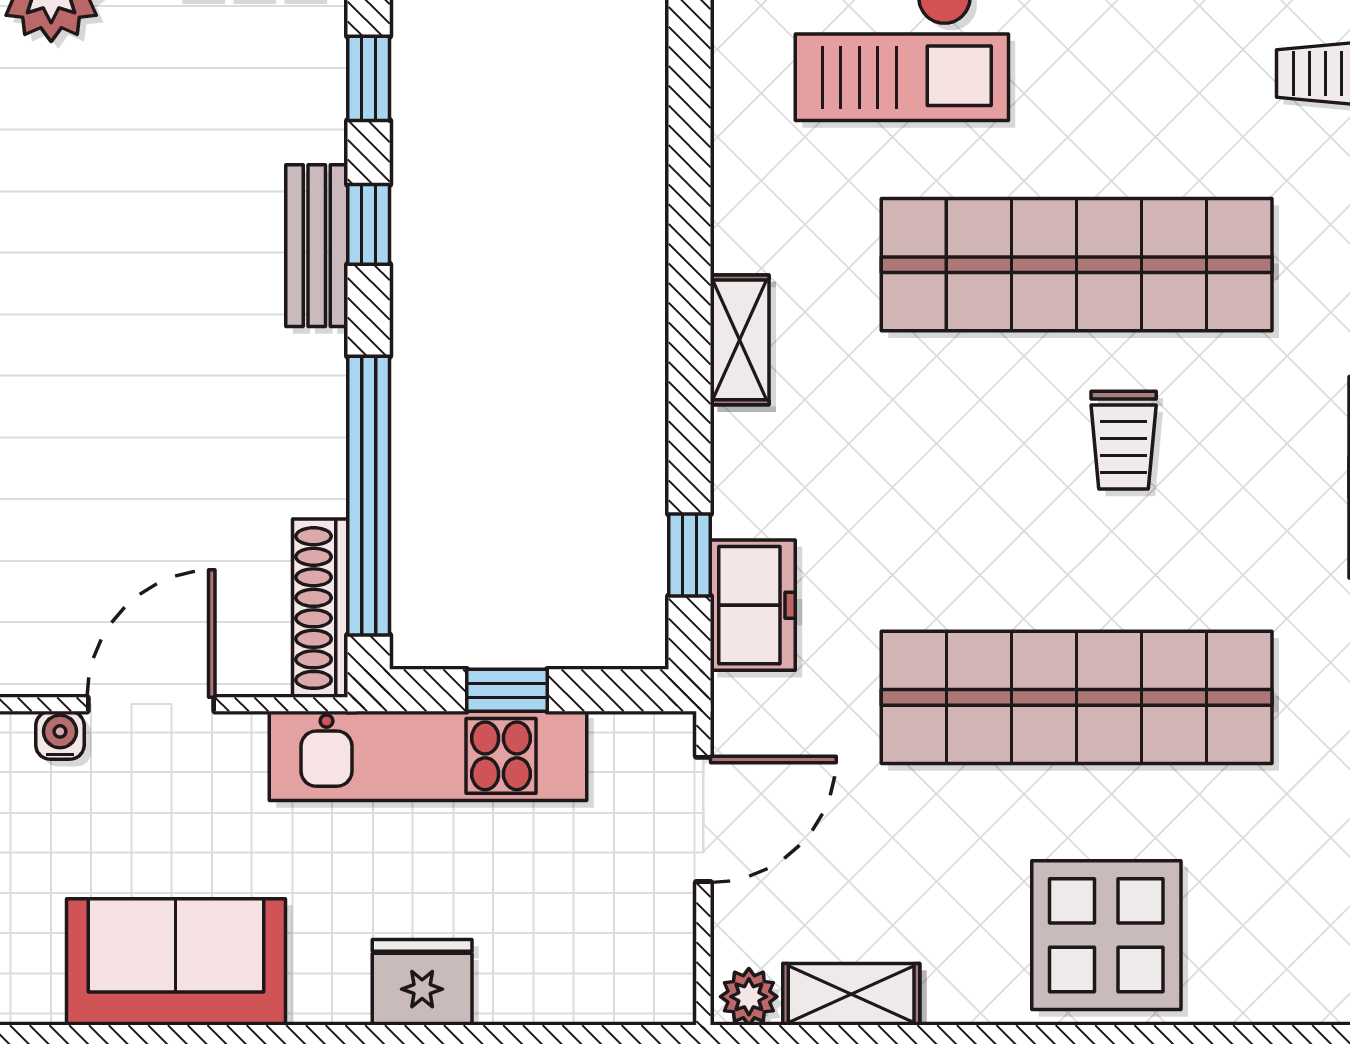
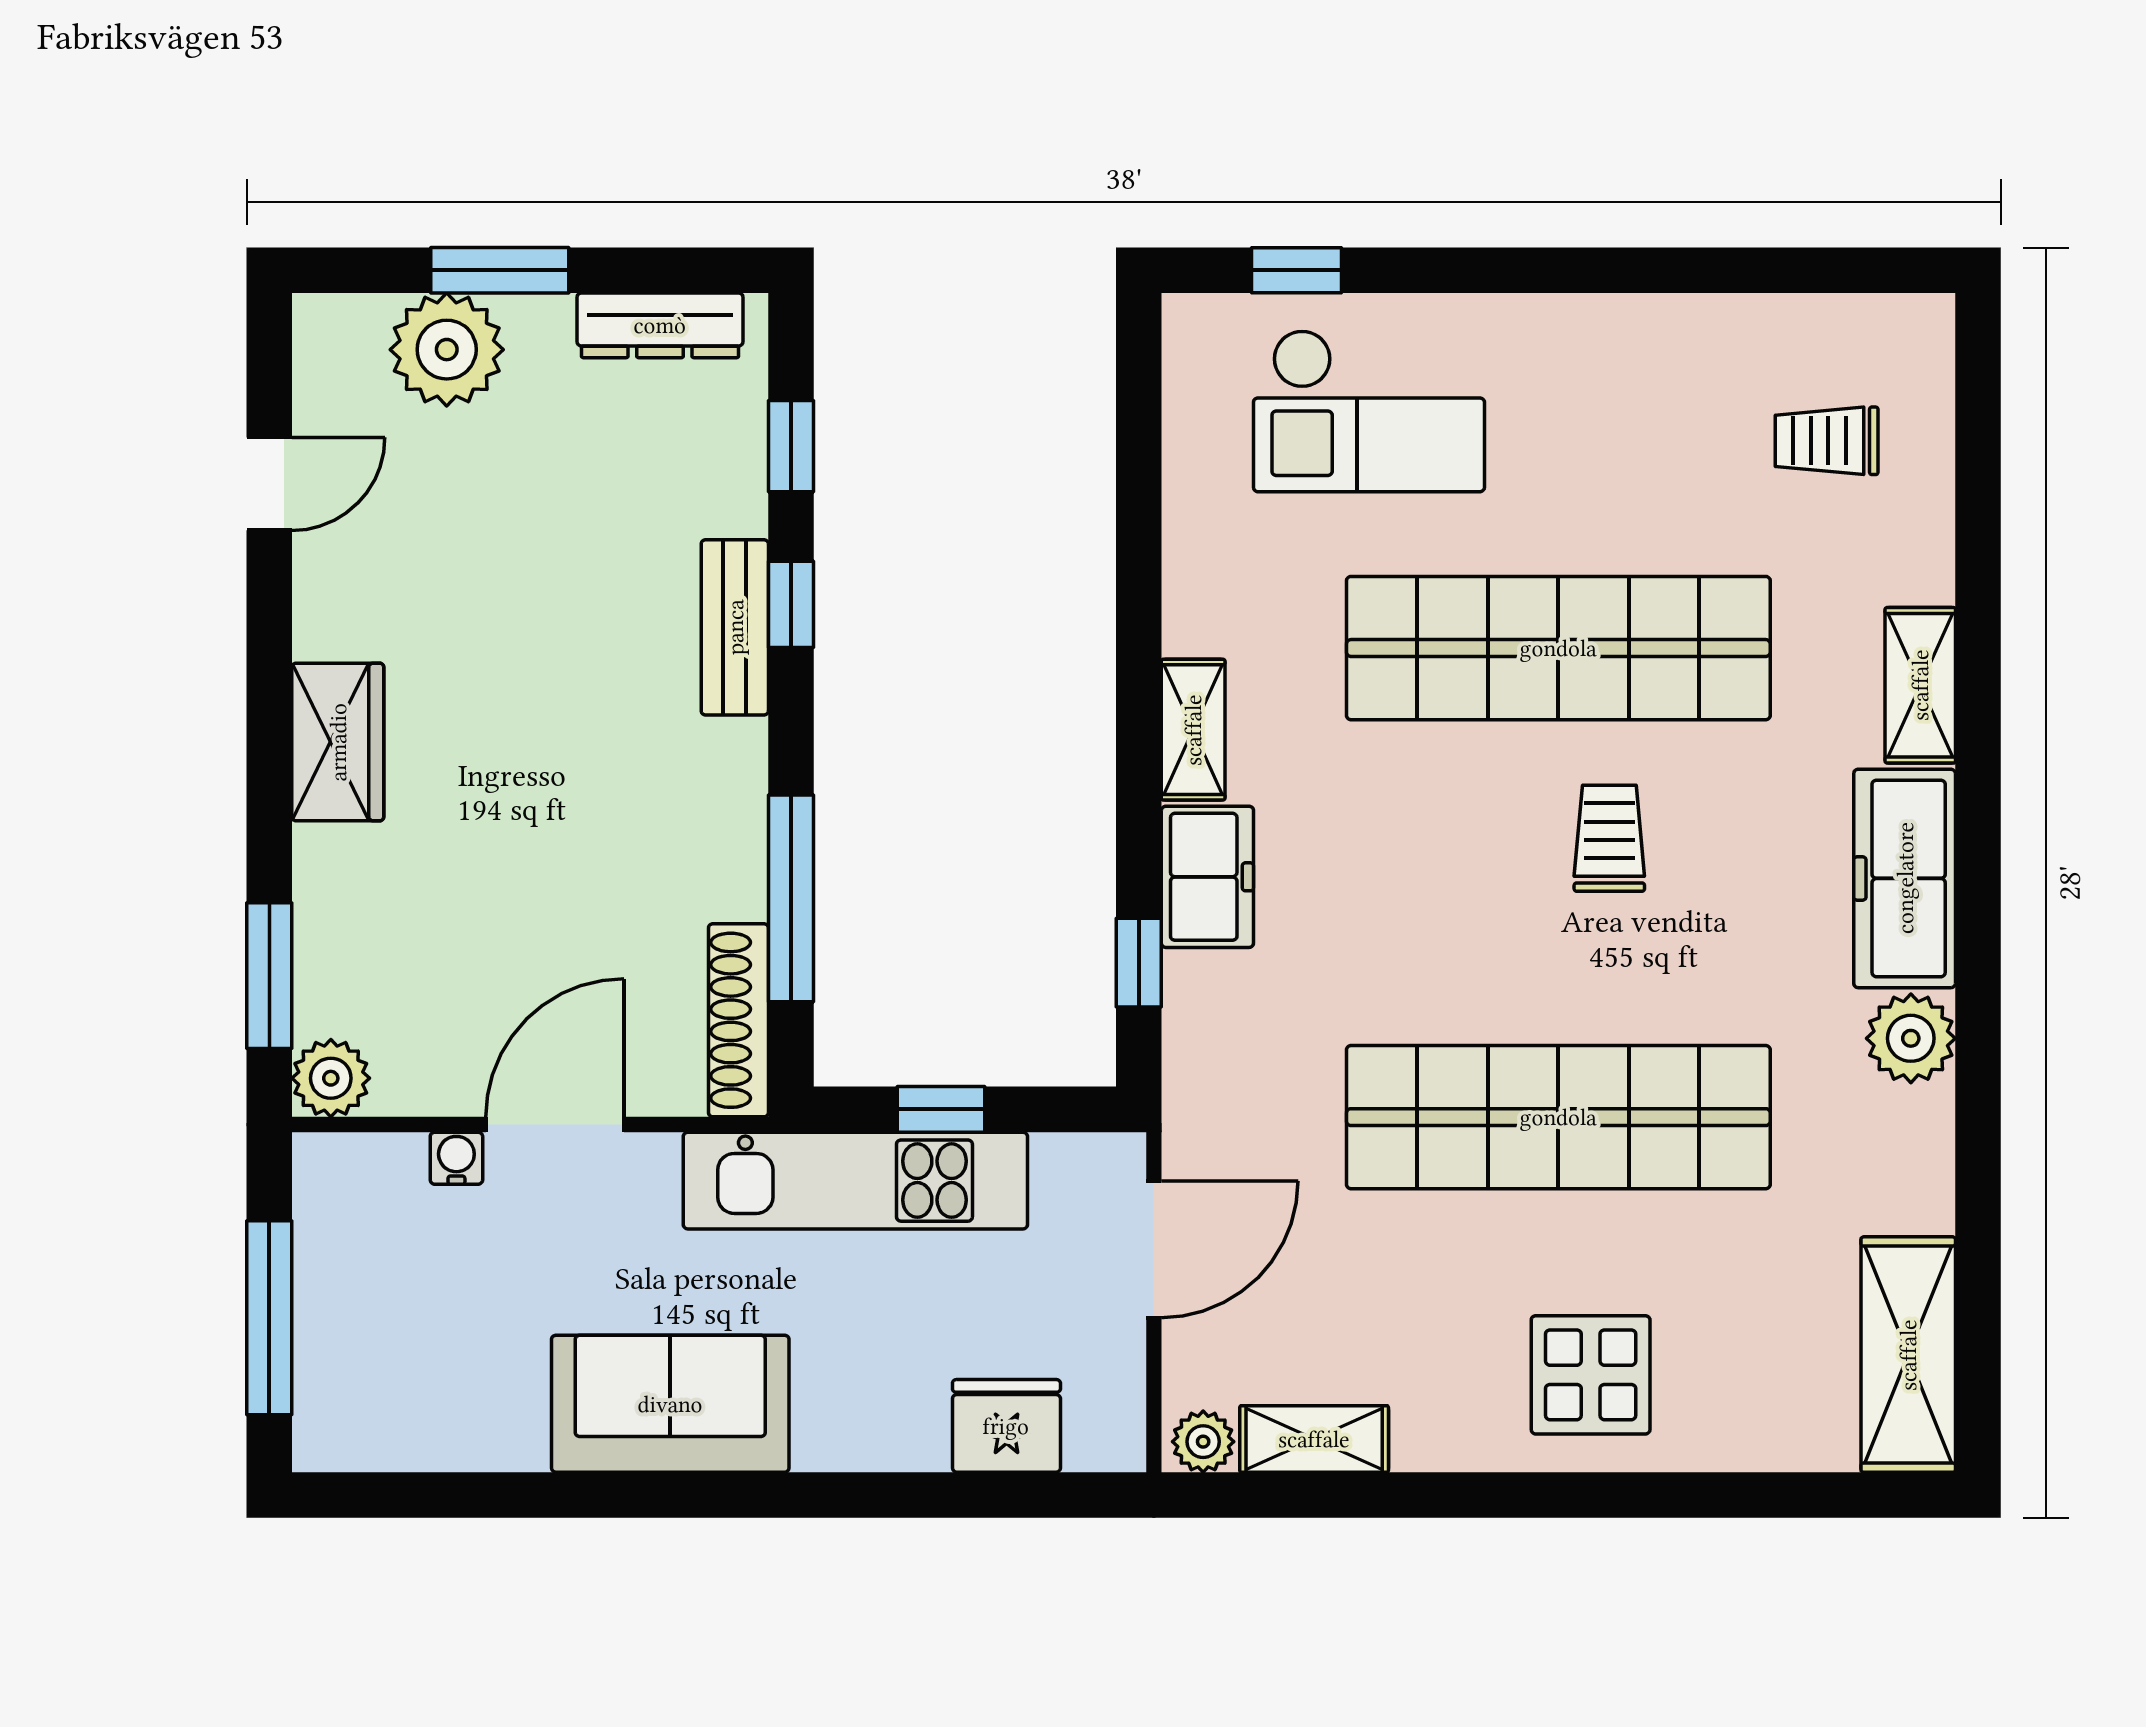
trolley: (1124, 440) -> (1609, 838), turned 180
window: (369, 496) -> (791, 898), width x0.68
freezer: (753, 605) -> (1207, 877), moved
display table: (1106, 935) -> (1591, 1375), width x0.73, depth x0.73
sofa: (176, 962) -> (670, 1404), moved
fridge: (422, 982) -> (1006, 1426), moved

